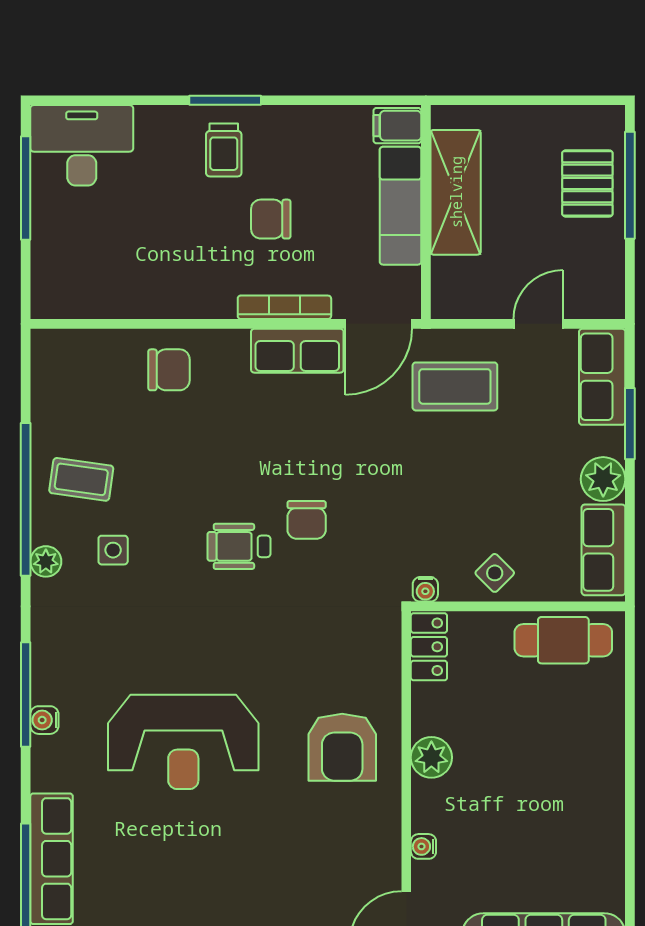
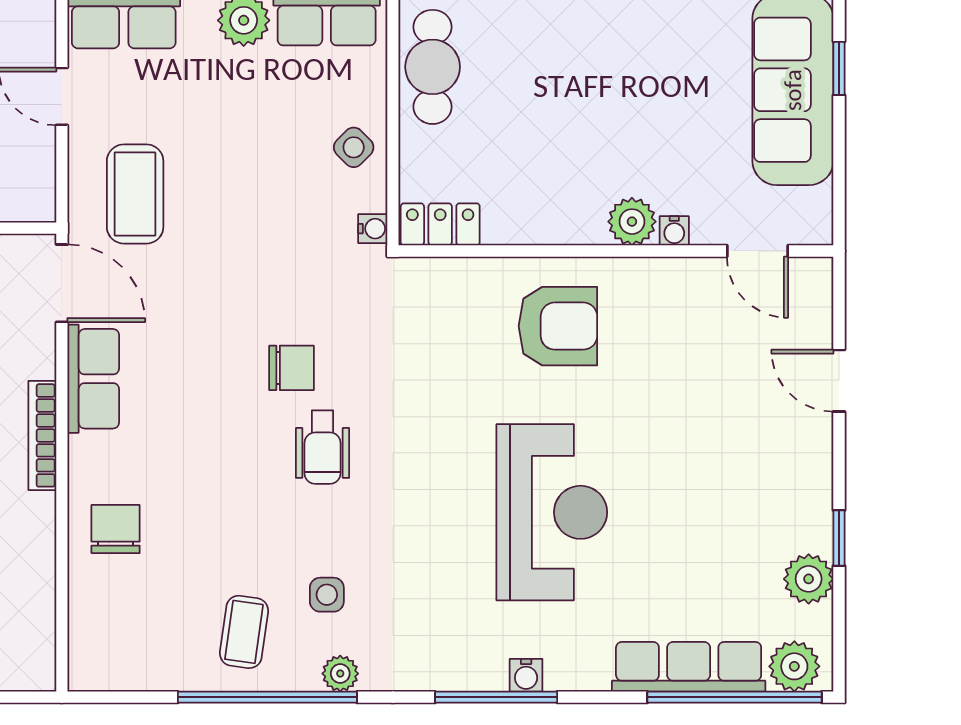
bookcase: (284, 307) -> (42, 435), moved
plant: (431, 757) -> (632, 222), moved

